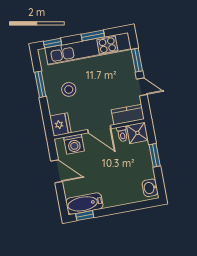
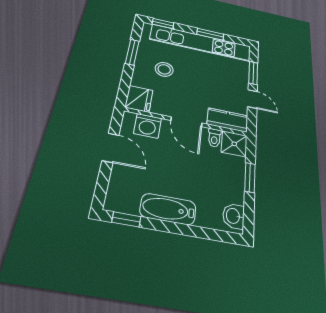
bathtub: (84, 204) -> (168, 209), moved

